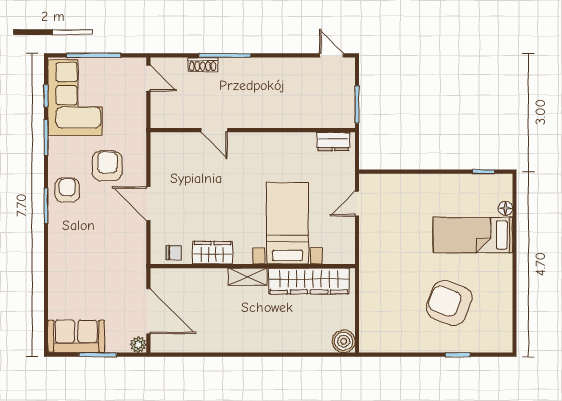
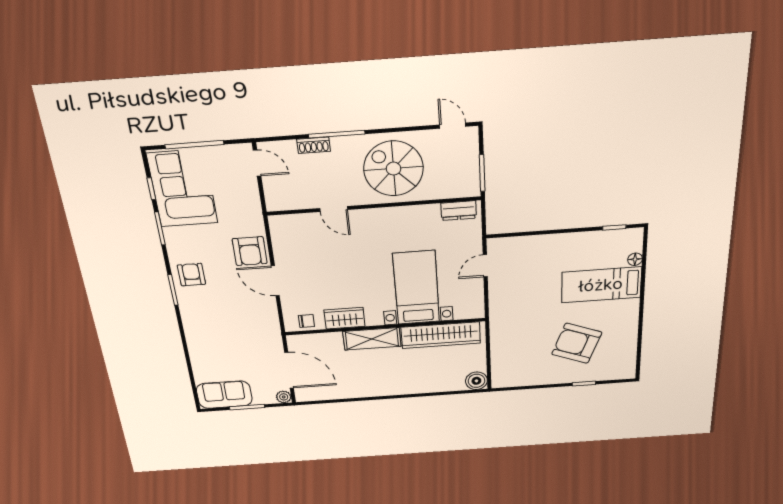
spiral stairs: (274, 93) -> (393, 169), added
armchair: (107, 166) -> (250, 251), moved, turned 180
shelving: (248, 277) -> (372, 339), width x1.50, depth x1.33

